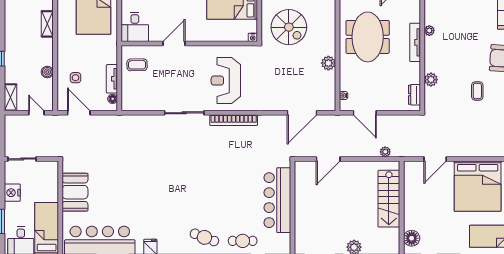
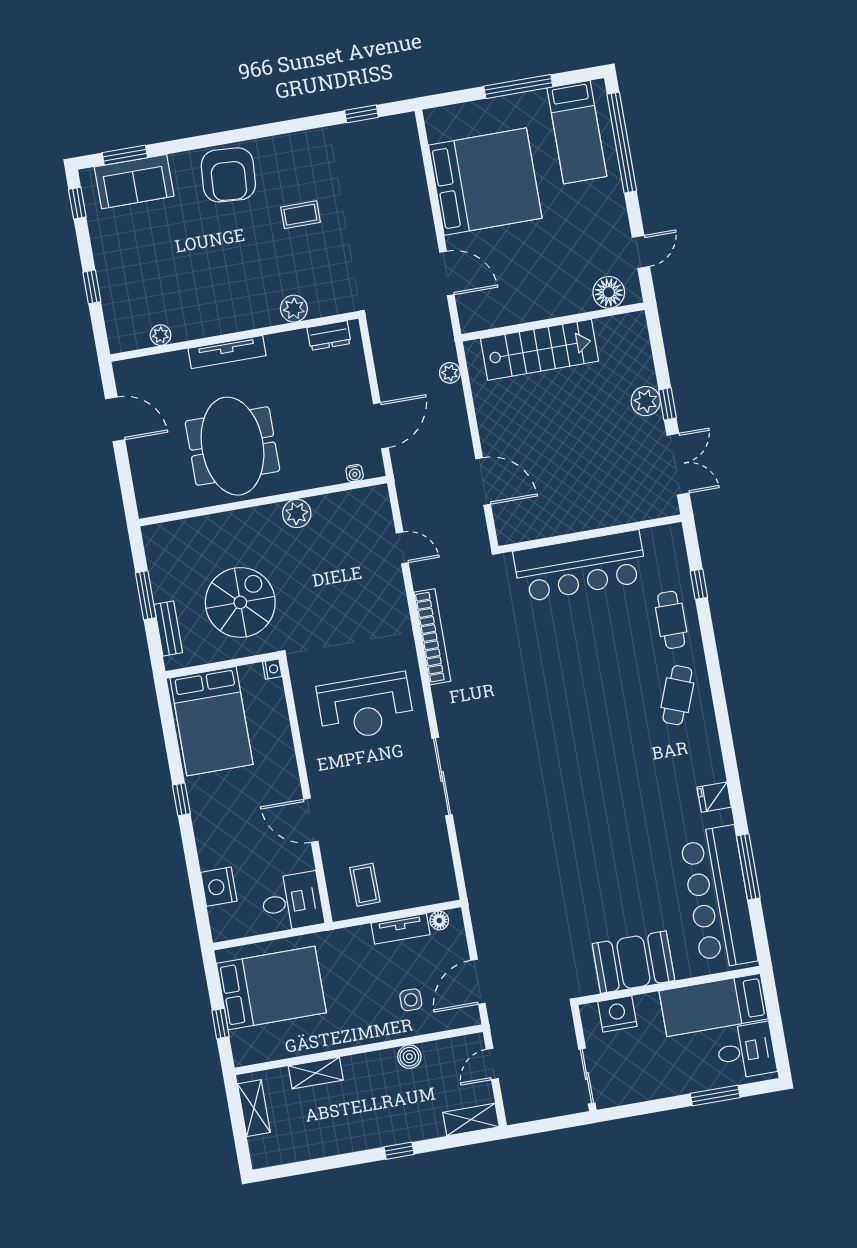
plant: (429, 31) -> (161, 335), moved
meeting table: (368, 37) -> (232, 446), turned 90
door: (302, 113) -> (402, 548), width x0.53
bookcase: (234, 120) -> (432, 637), moved
nightstand: (12, 193) -> (617, 1014), moved, turned 180

